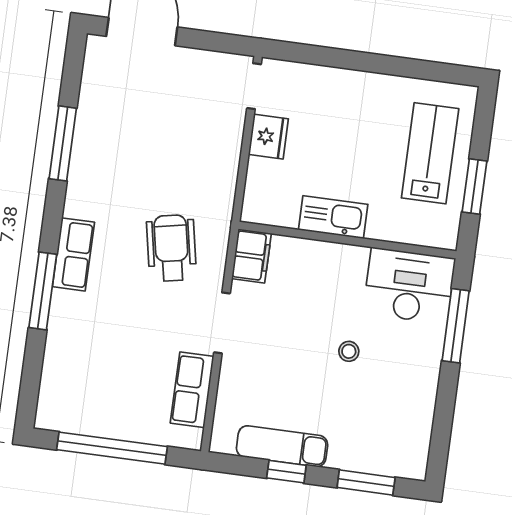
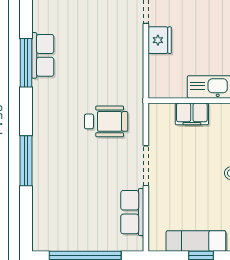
wheelchair: (171, 248) -> (106, 121), turned 101
row of seats: (73, 254) -> (43, 55), moved
filing cabinet: (251, 256) -> (192, 114), moved, turned 90

